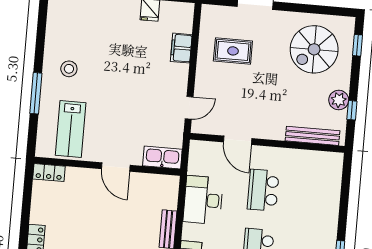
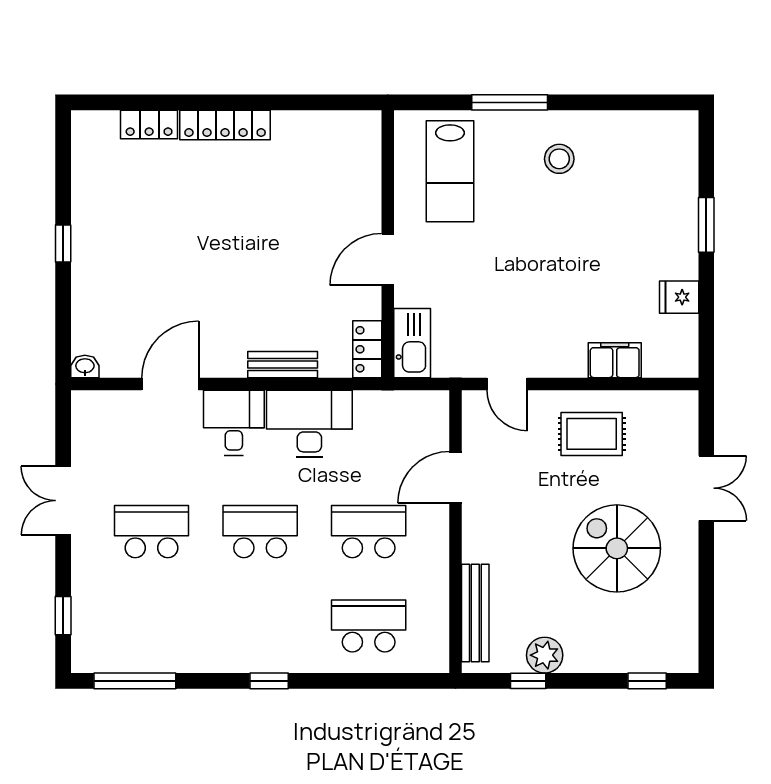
spiral stairs: (314, 49) -> (617, 548), moved
rug: (233, 51) -> (592, 434), moved, turned 90
lab bench: (71, 129) -> (450, 171), turned -90
locker: (49, 173) -> (367, 349), moved
school desk: (315, 195) -> (369, 626), added
desk: (203, 200) -> (309, 424), moved

